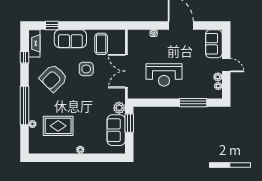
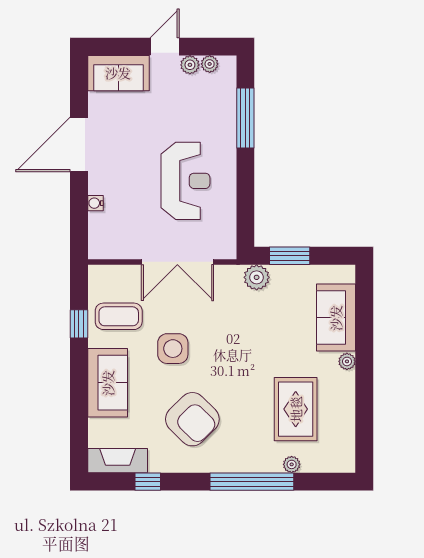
window: (52, 25) -> (79, 324), moved
sofa: (116, 130) -> (336, 318), moved, turned 90

